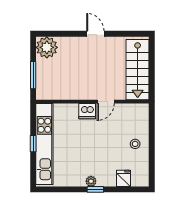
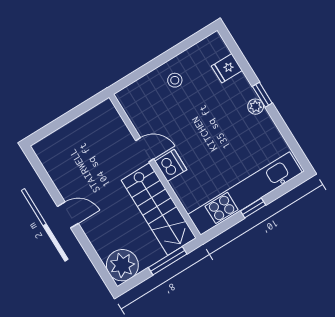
door: (95, 34) -> (68, 215), swing flipped
stairs: (138, 70) -> (159, 209), moved, turned 90

